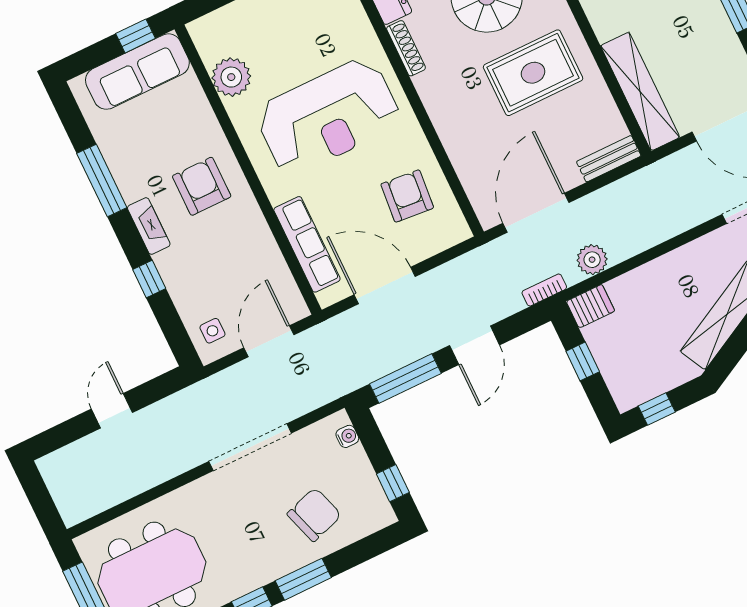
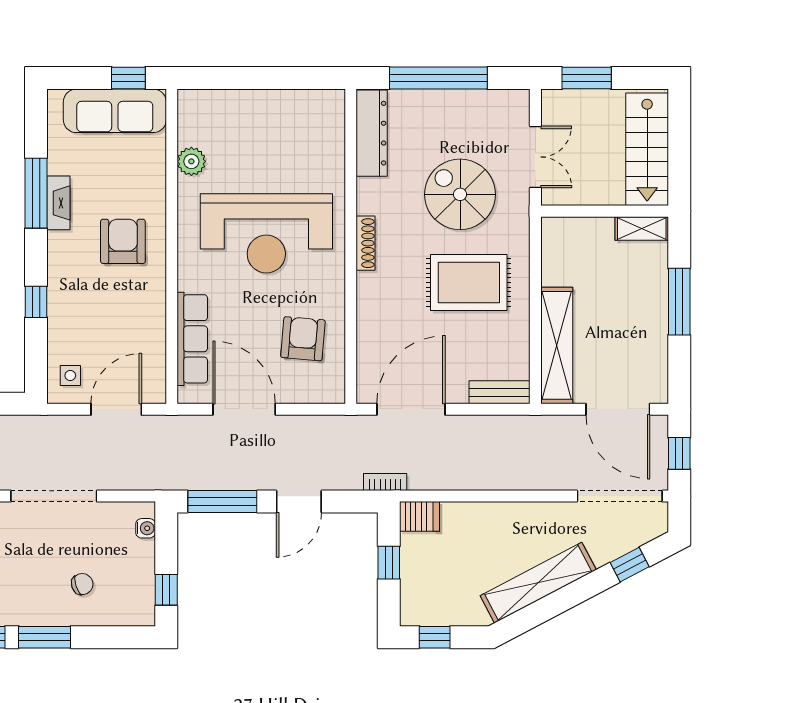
shoe rack: (406, 48) -> (366, 243), moved
plant: (231, 77) -> (191, 161), width x0.73, depth x0.73
fireplace: (149, 226) -> (58, 203), moved
plant: (592, 260) -> (441, 475), removed
chair: (314, 515) -> (82, 584), width x0.54, depth x0.54

